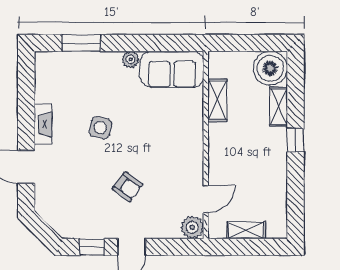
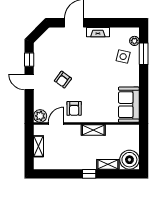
plant: (130, 59) -> (134, 41), moved
shelving: (217, 100) -> (93, 130), moved
side table: (100, 128) -> (123, 57), moved
armchair: (179, 167) -> (74, 108), added
door: (206, 199) -> (56, 124), swing flipped

